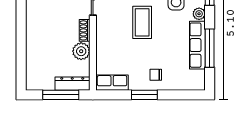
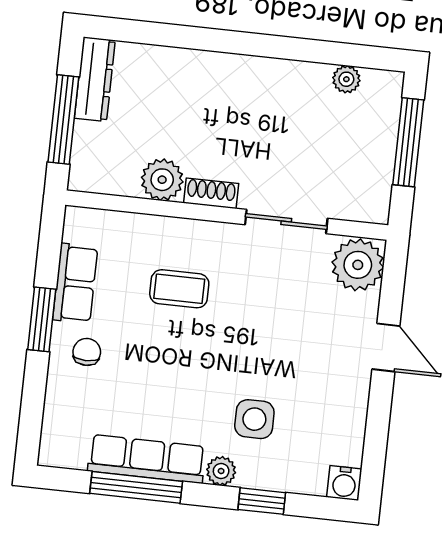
coffee table: (142, 22) -> (179, 289), moved, width x0.73, depth x0.77
row of seats: (112, 83) -> (75, 283), moved
dresser: (72, 84) -> (95, 79), moved

